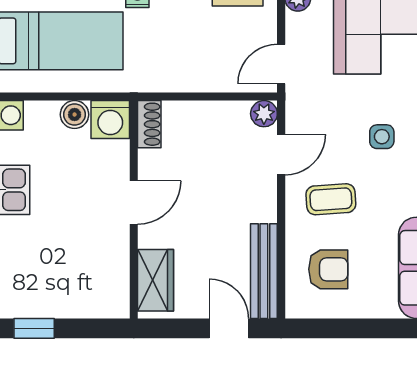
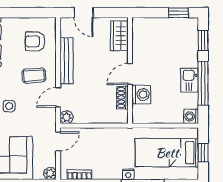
boiler: (75, 115) -> (159, 117), removed
washing machine: (110, 119) -> (141, 94), moved, turned 90
shoe rack: (149, 124) -> (122, 97), moved
bench: (264, 271) -> (67, 61), moved

